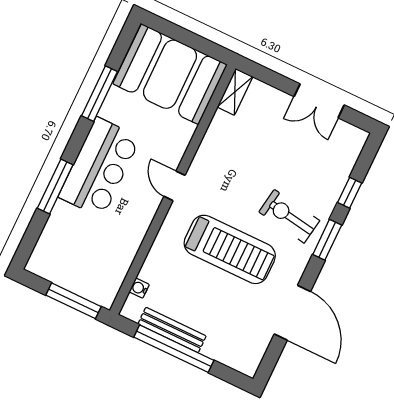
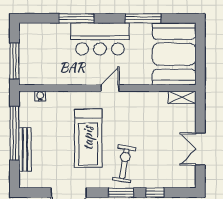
bench: (172, 330) -> (25, 150), moved

